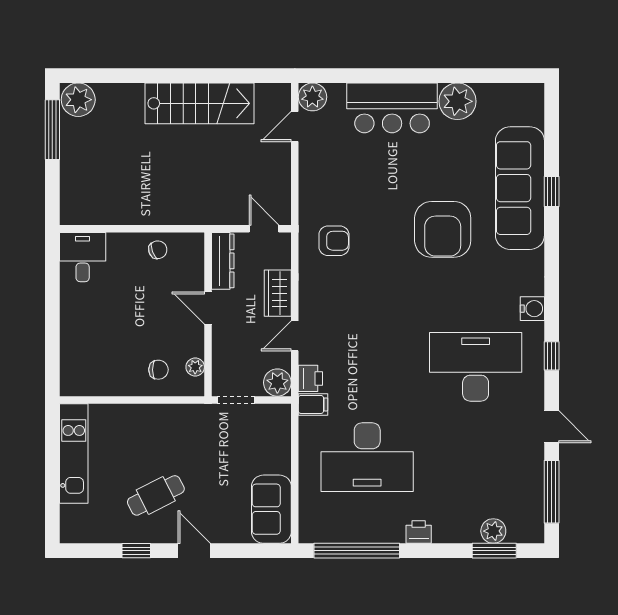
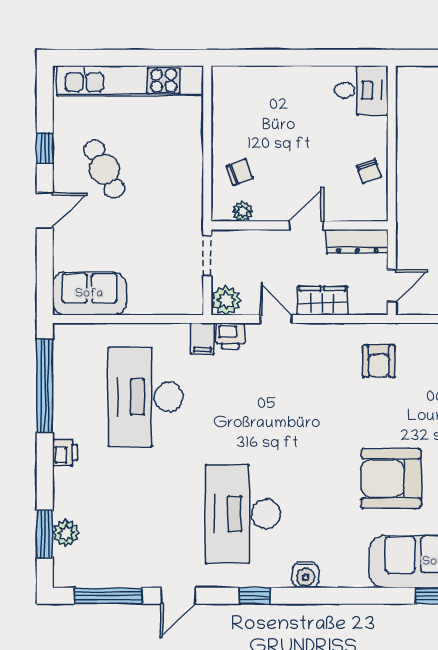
desk: (476, 367) -> (243, 514), turned 180
chair: (158, 370) -> (240, 172), turned -112
kitchen unit: (74, 453) -> (130, 81), width x1.36

